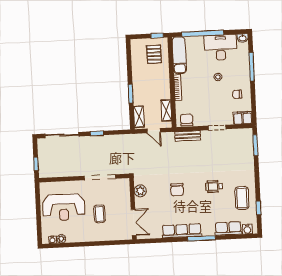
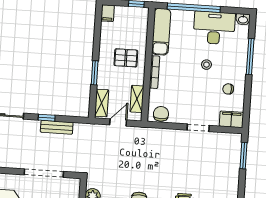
filing cabinet: (135, 45) -> (108, 13), added
pallet: (154, 54) -> (126, 58), moved, turned 90
door: (154, 131) -> (118, 122), swing flipped
bench: (188, 136) -> (57, 127), moved

